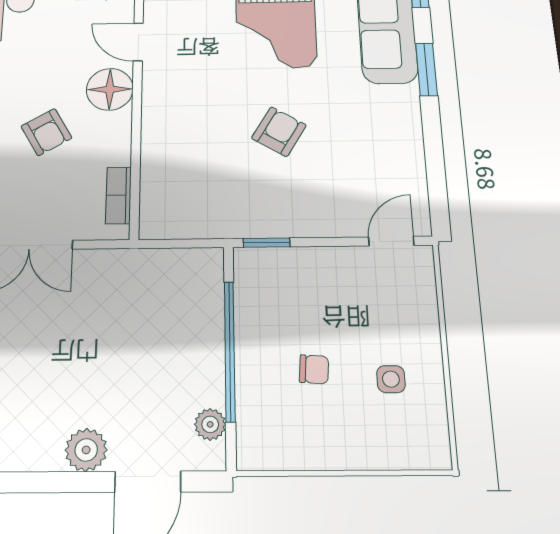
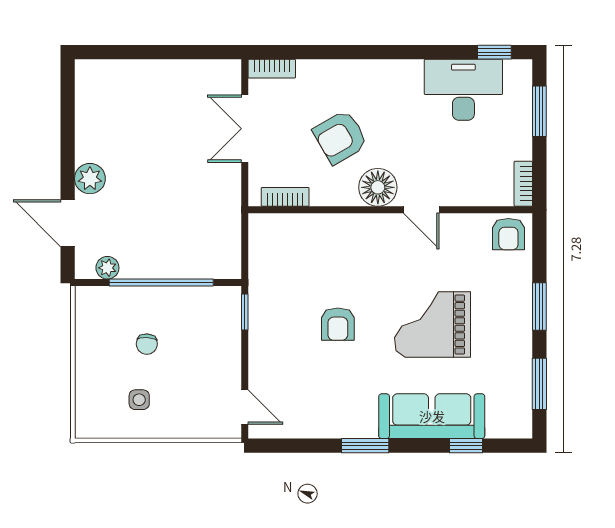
door: (138, 42) -> (421, 210), swing flipped
window: (426, 69) -> (365, 446), moved
armchair: (46, 132) -> (340, 137), width x1.38, depth x1.38
armchair: (279, 132) -> (338, 324), turned 59

